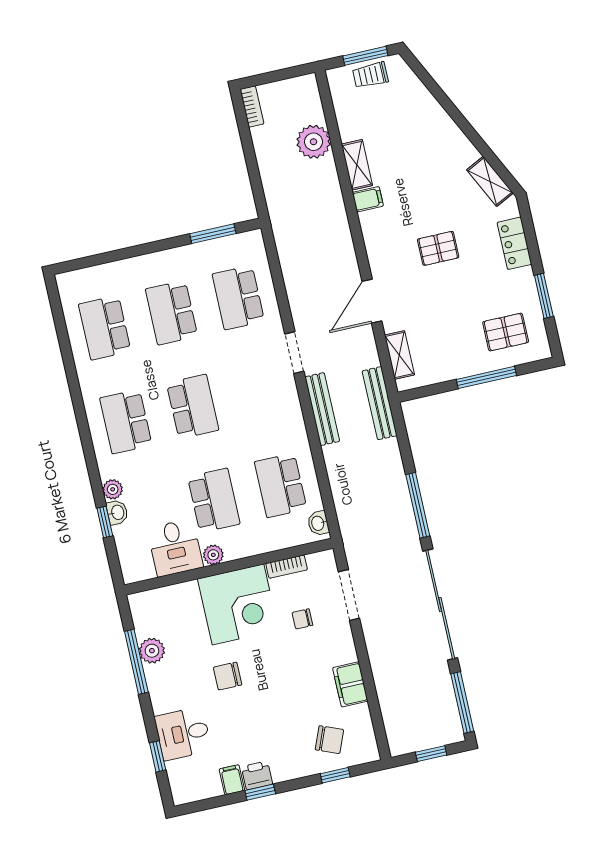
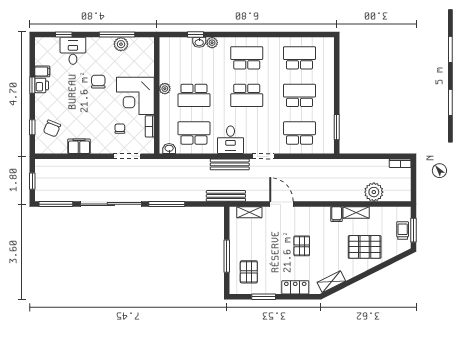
pallet: (415, 136) -> (365, 247), added
desk: (175, 548) -> (230, 140), moved, turned -90

